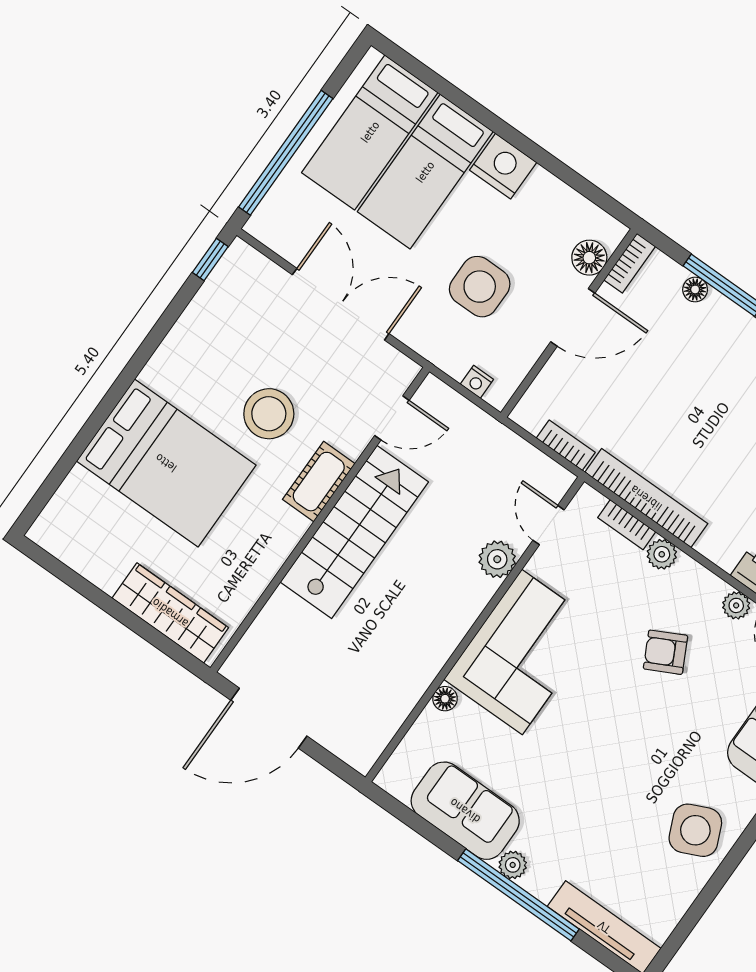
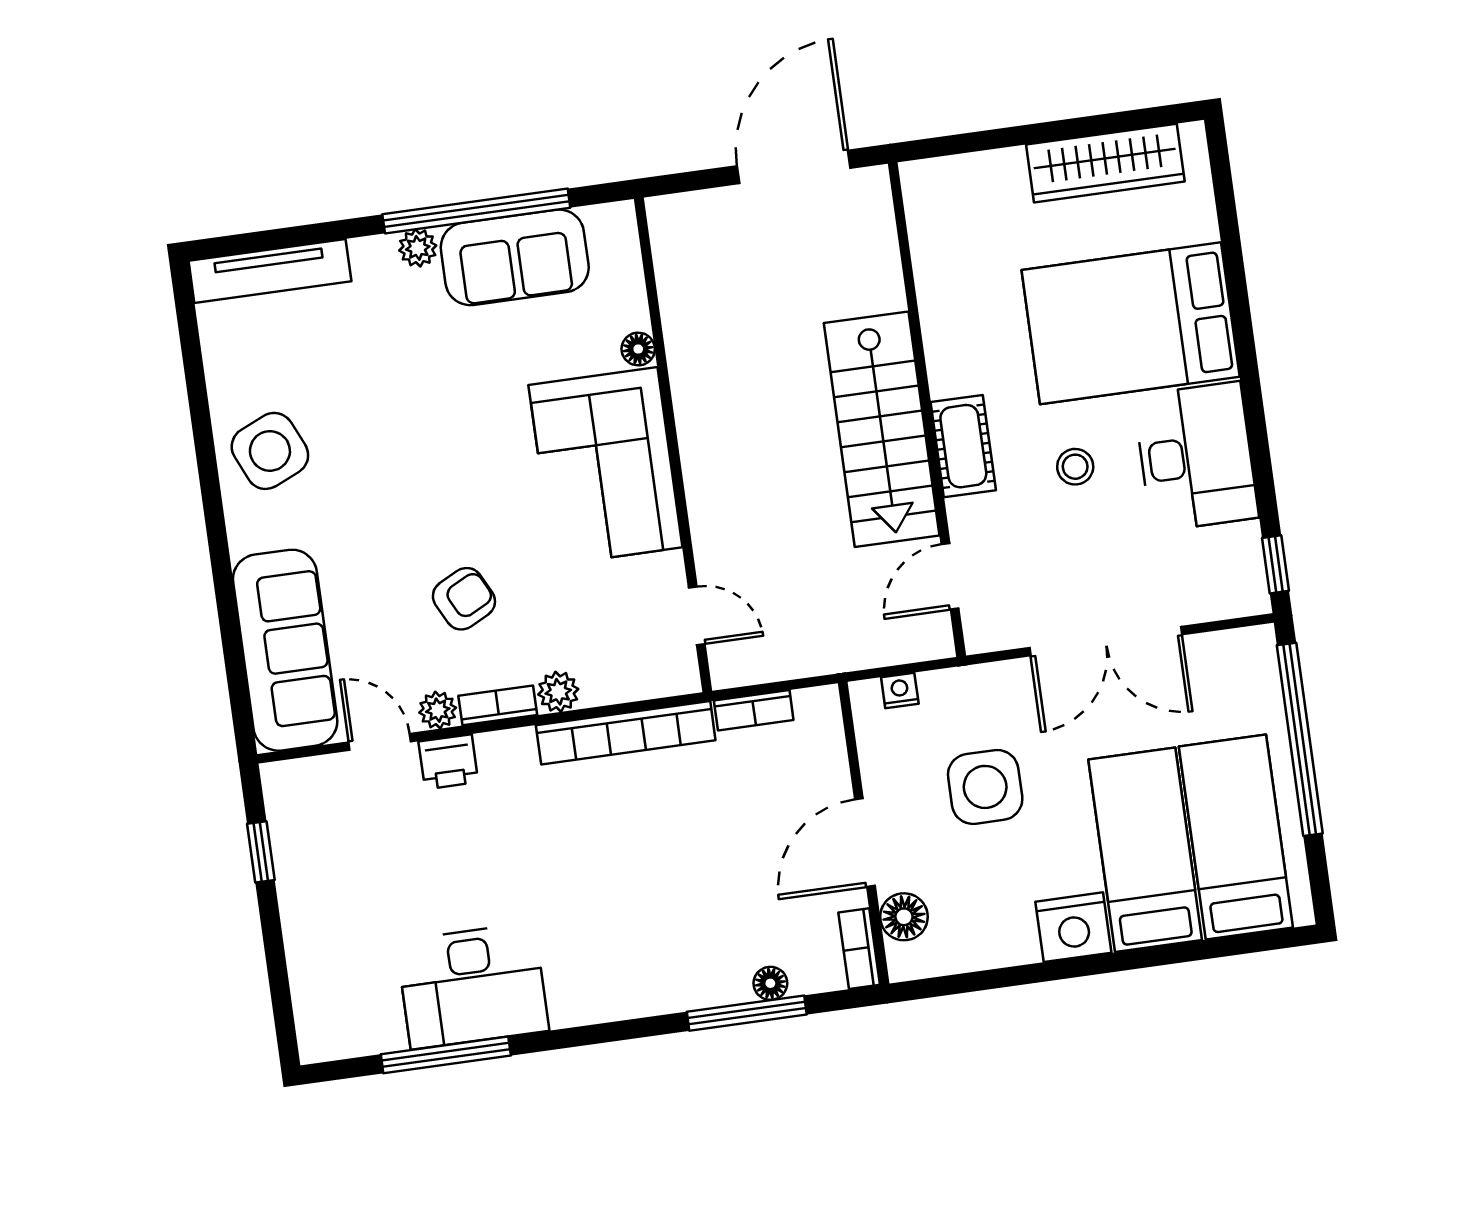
desk: (199, 358) -> (1196, 457), added
stool: (269, 414) -> (1075, 467), width x0.53, depth x0.53
bookcase: (627, 525) -> (498, 705), moved
plant: (497, 559) -> (716, 535), removed
wardrobe: (170, 613) -> (1105, 163), moved
window: (518, 895) -> (476, 211), moved

